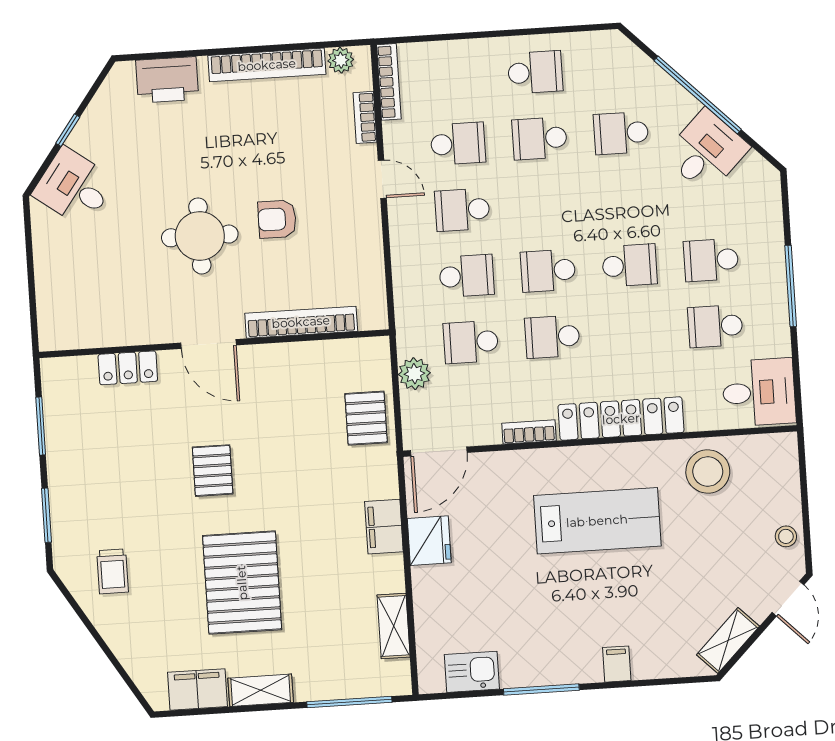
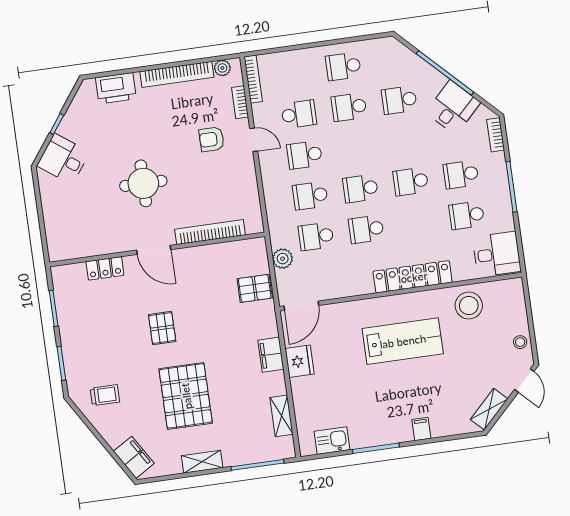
school desk: (535, 72) -> (343, 66), turned 180
armchair: (277, 219) -> (212, 139), moved
school desk: (630, 265) -> (411, 182), turned 180
school desk: (467, 276) -> (310, 196), turned 180
pallet: (366, 418) -> (255, 288), turned 90
bookcase: (529, 432) -> (496, 135), moved, turned -90
trolley: (113, 571) -> (105, 395), turned -90
filing cabinet: (197, 689) -> (134, 457), moved, turned 58

